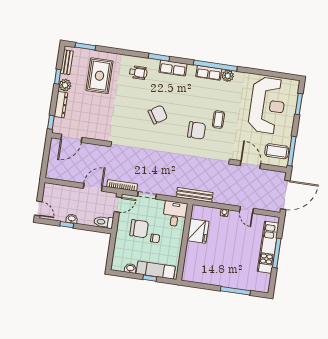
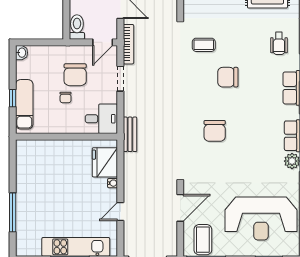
chair: (158, 115) -> (228, 77), turned 123
coffee table: (218, 120) -> (204, 45), moved
bench: (195, 195) -> (130, 134), width x0.73
door: (118, 204) -> (103, 42), hinge flipped
fridge: (198, 231) -> (105, 162), moved, turned 90
washbasin: (130, 268) -> (22, 53), moved

